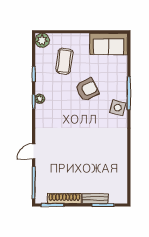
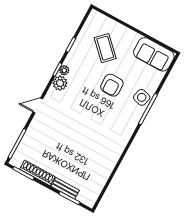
plant: (42, 40) -> (60, 83), moved
coffee table: (64, 61) -> (105, 48), turned -53
armchair: (87, 90) -> (112, 85), turned 116
side table: (118, 108) -> (142, 97), moved
door: (34, 151) -> (38, 105), moved

